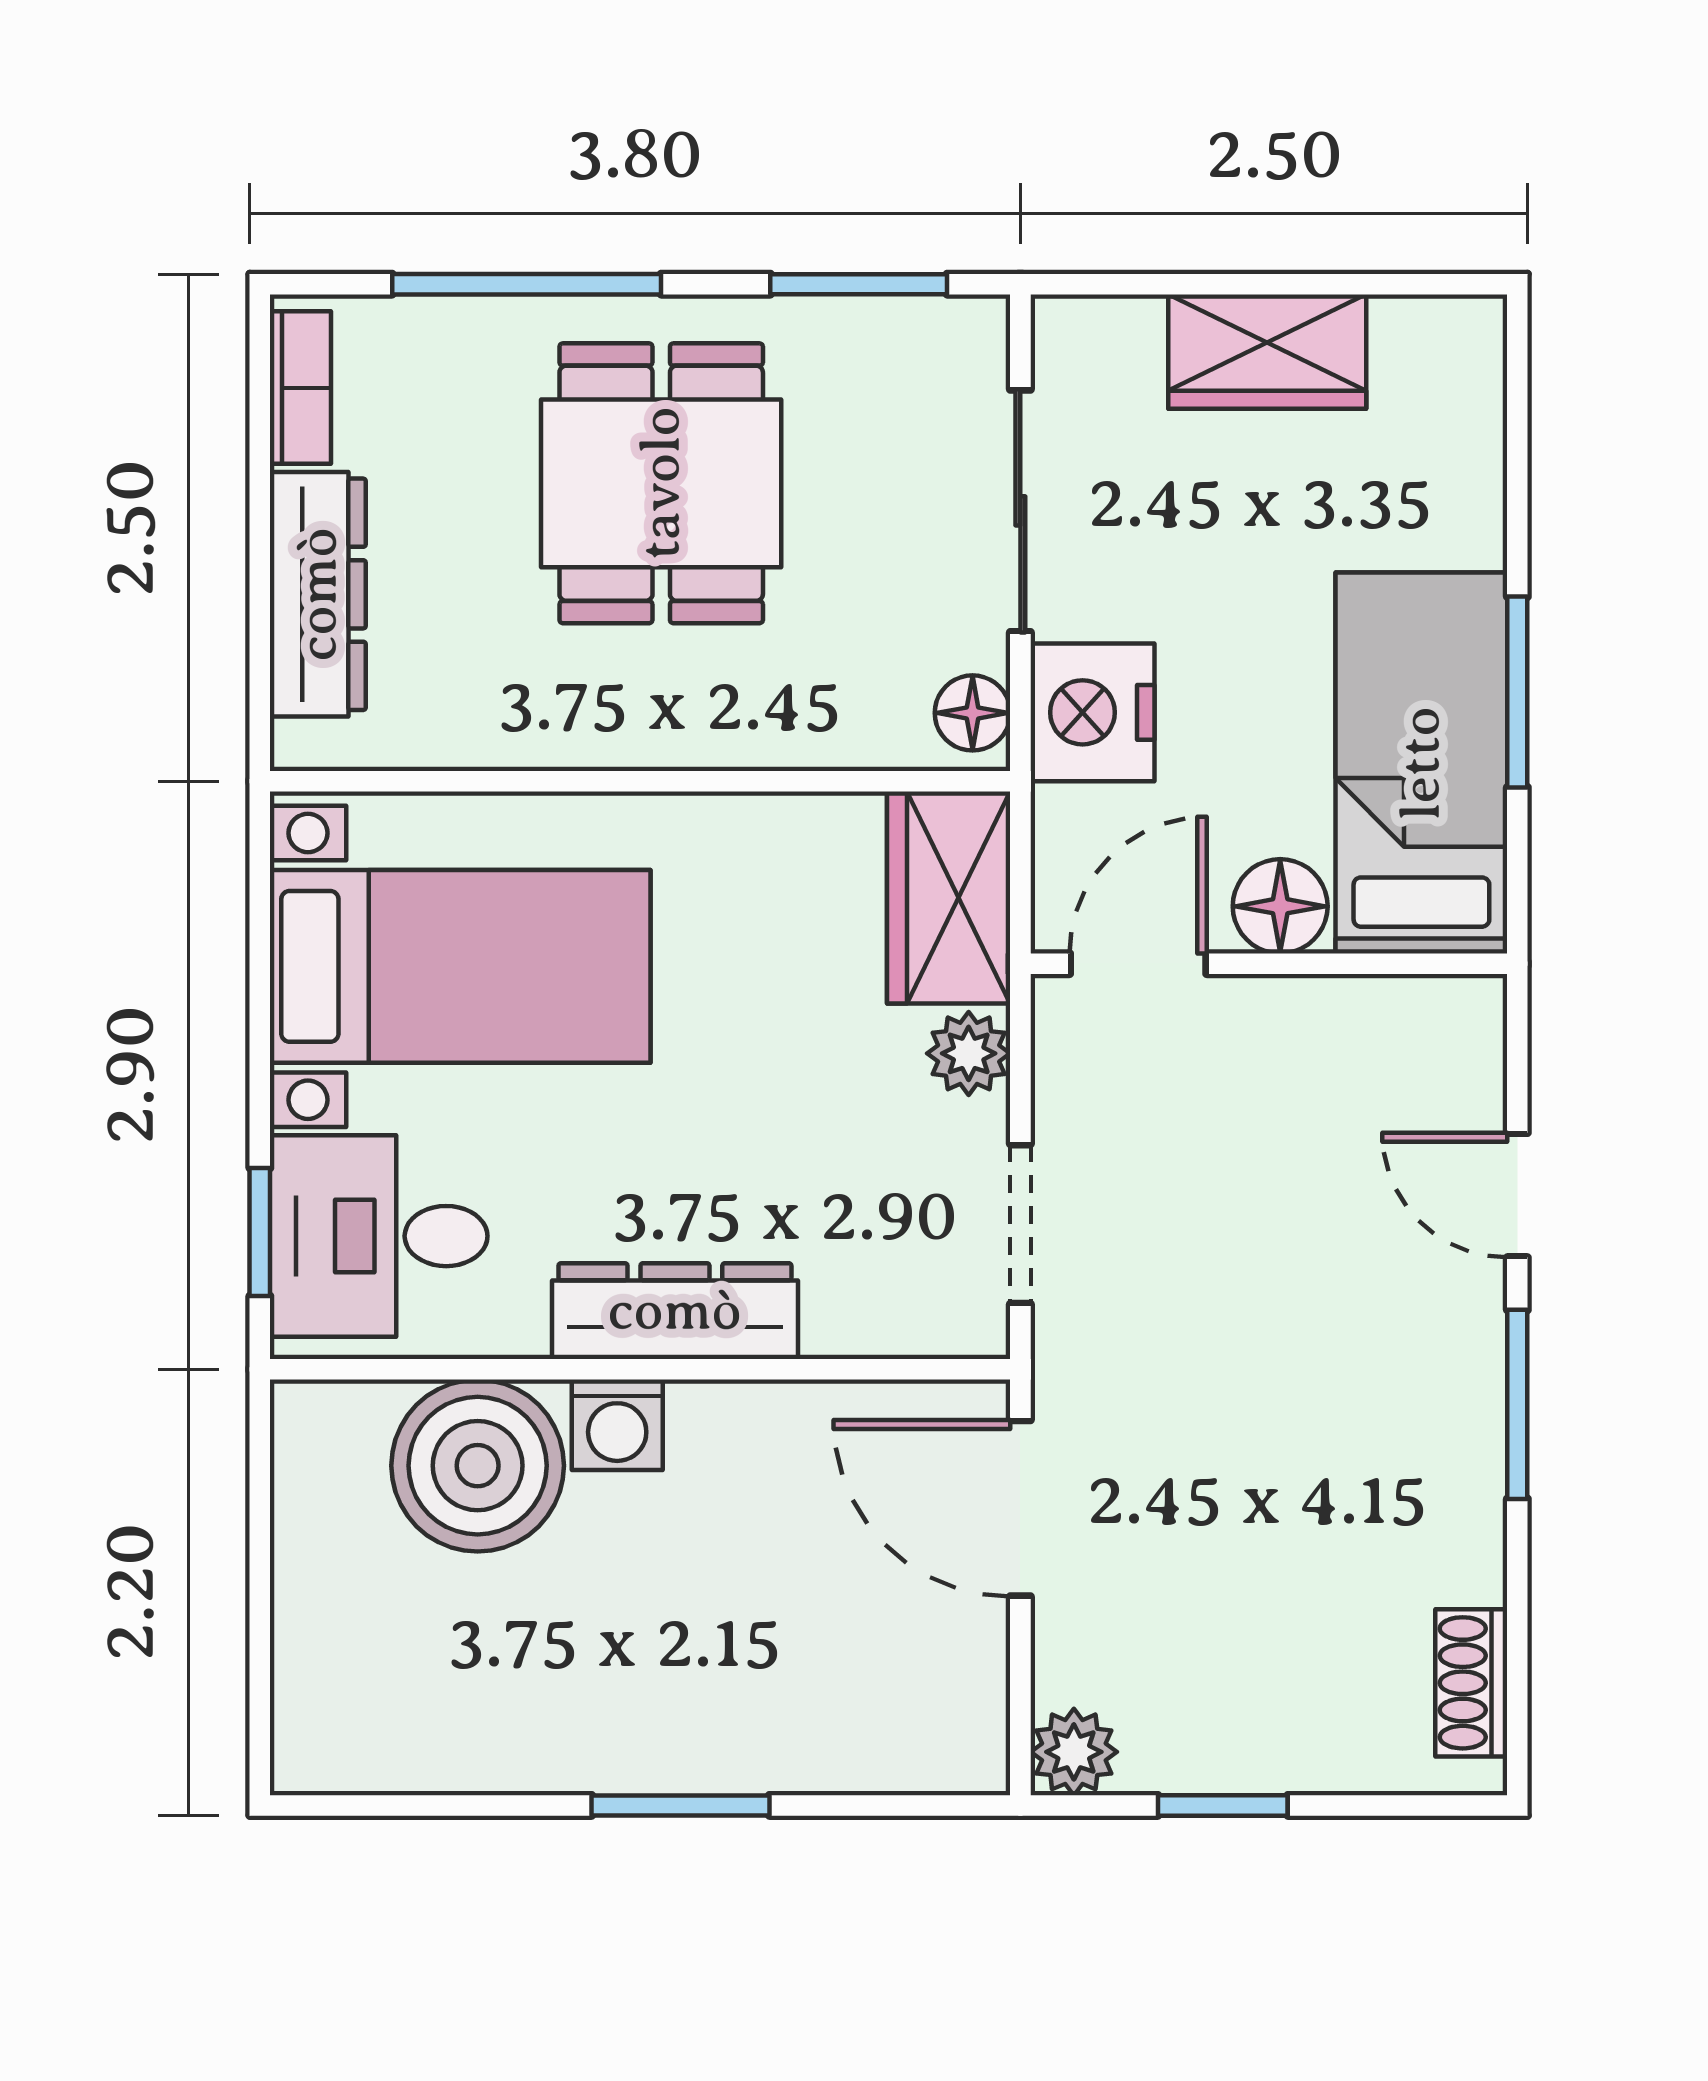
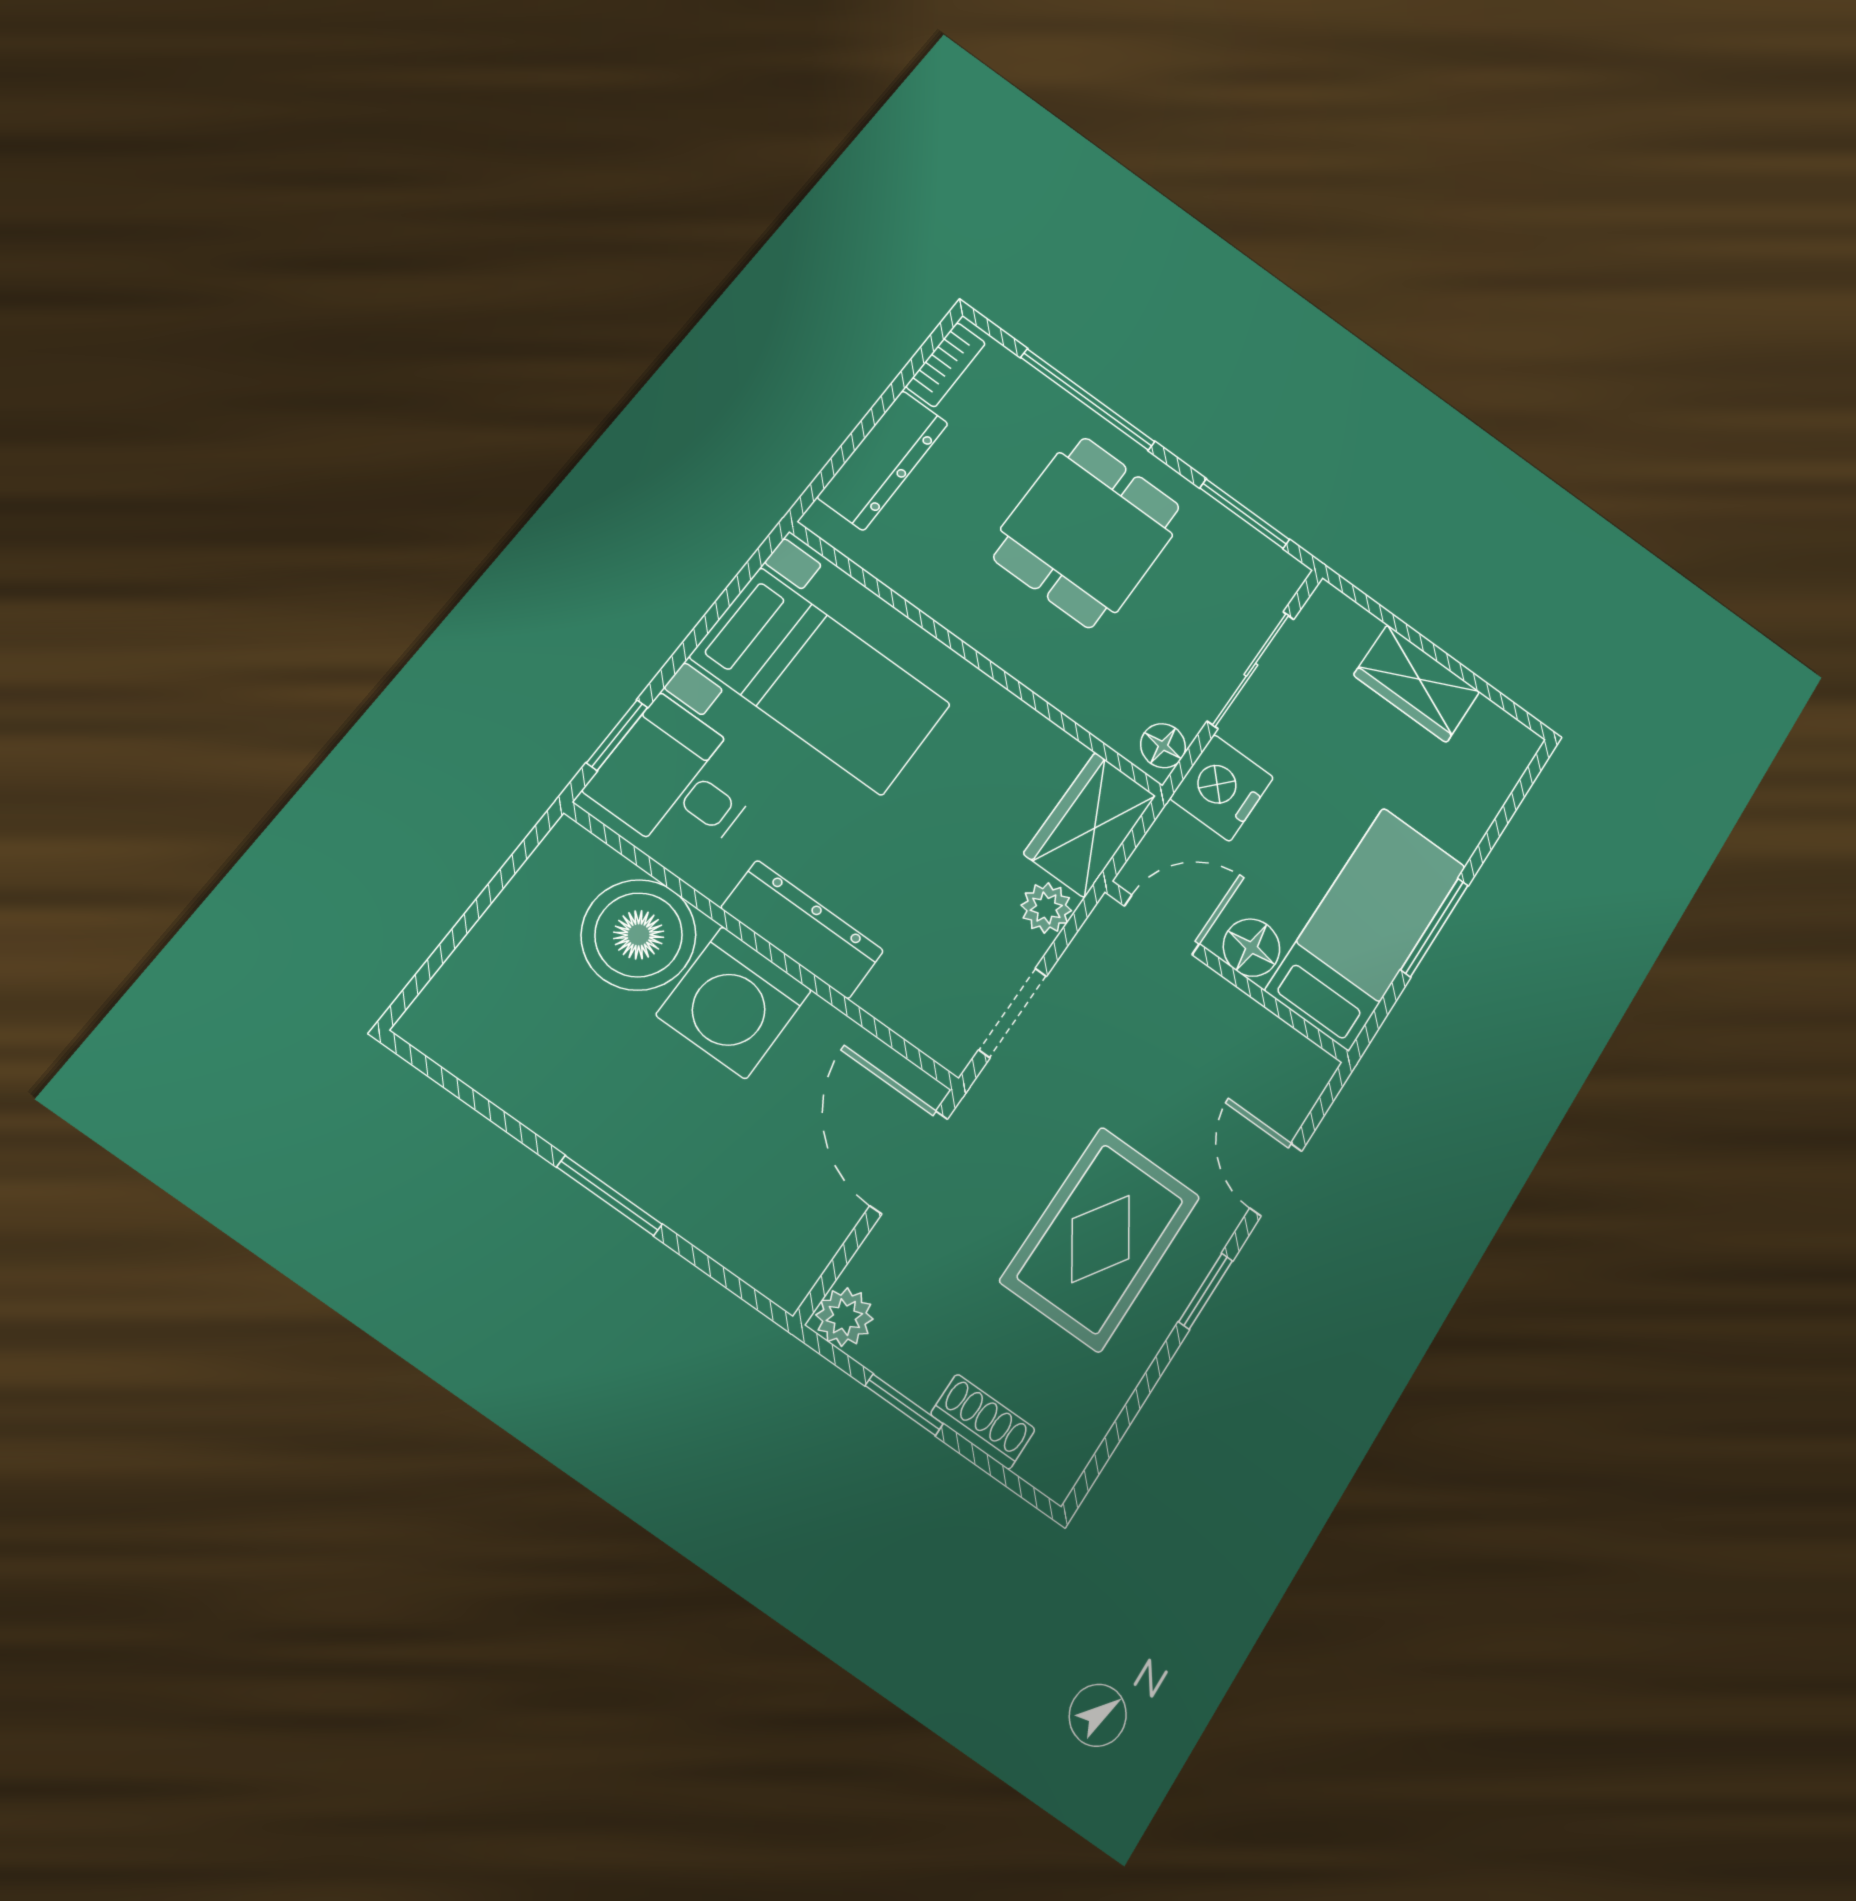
window: (1517, 1404) -> (1206, 1291), width x0.67
washing machine: (617, 1425) -> (734, 1002), width x1.89, depth x1.89
rug: (1334, 1433) -> (1101, 1239), added
shoe rack: (1471, 1683) -> (983, 1422), moved, turned 90

